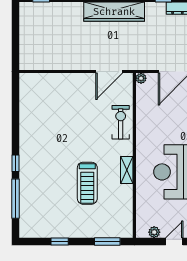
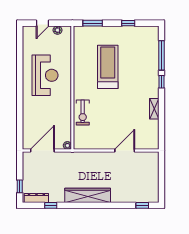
door: (109, 72) -> (125, 150), moved
shelving: (127, 170) -> (154, 109), moved
treadmill: (87, 183) -> (108, 67), width x1.37, depth x1.37

